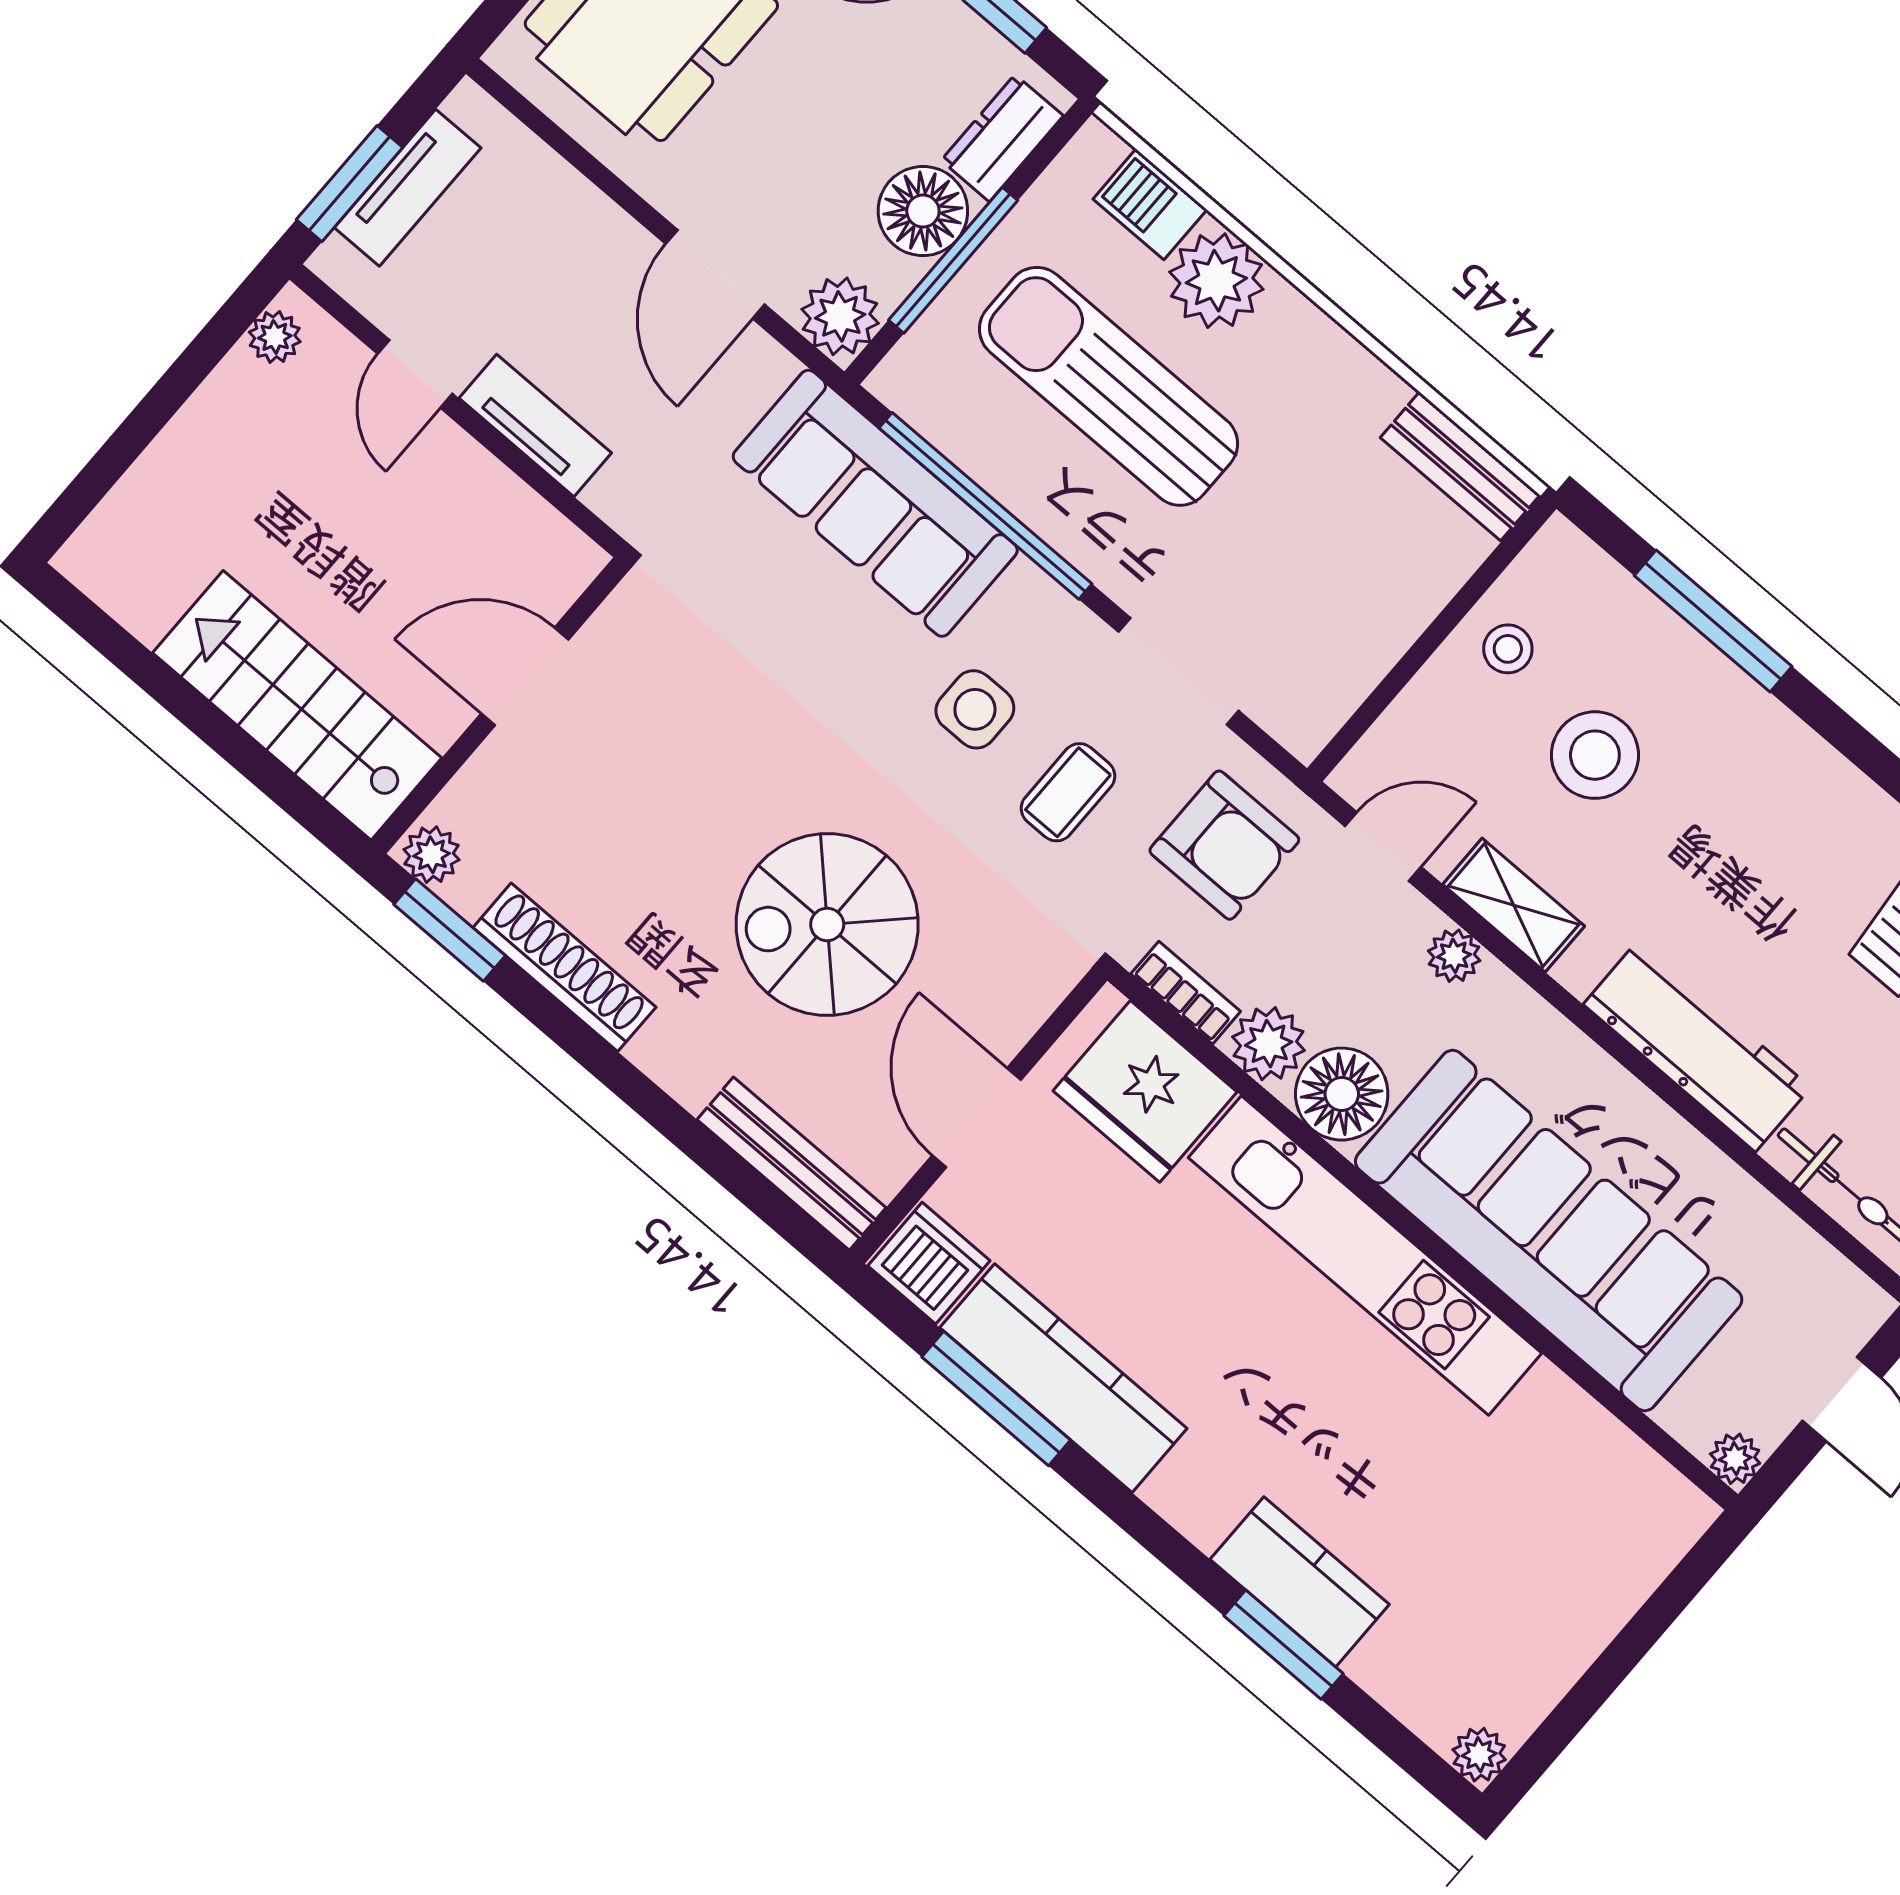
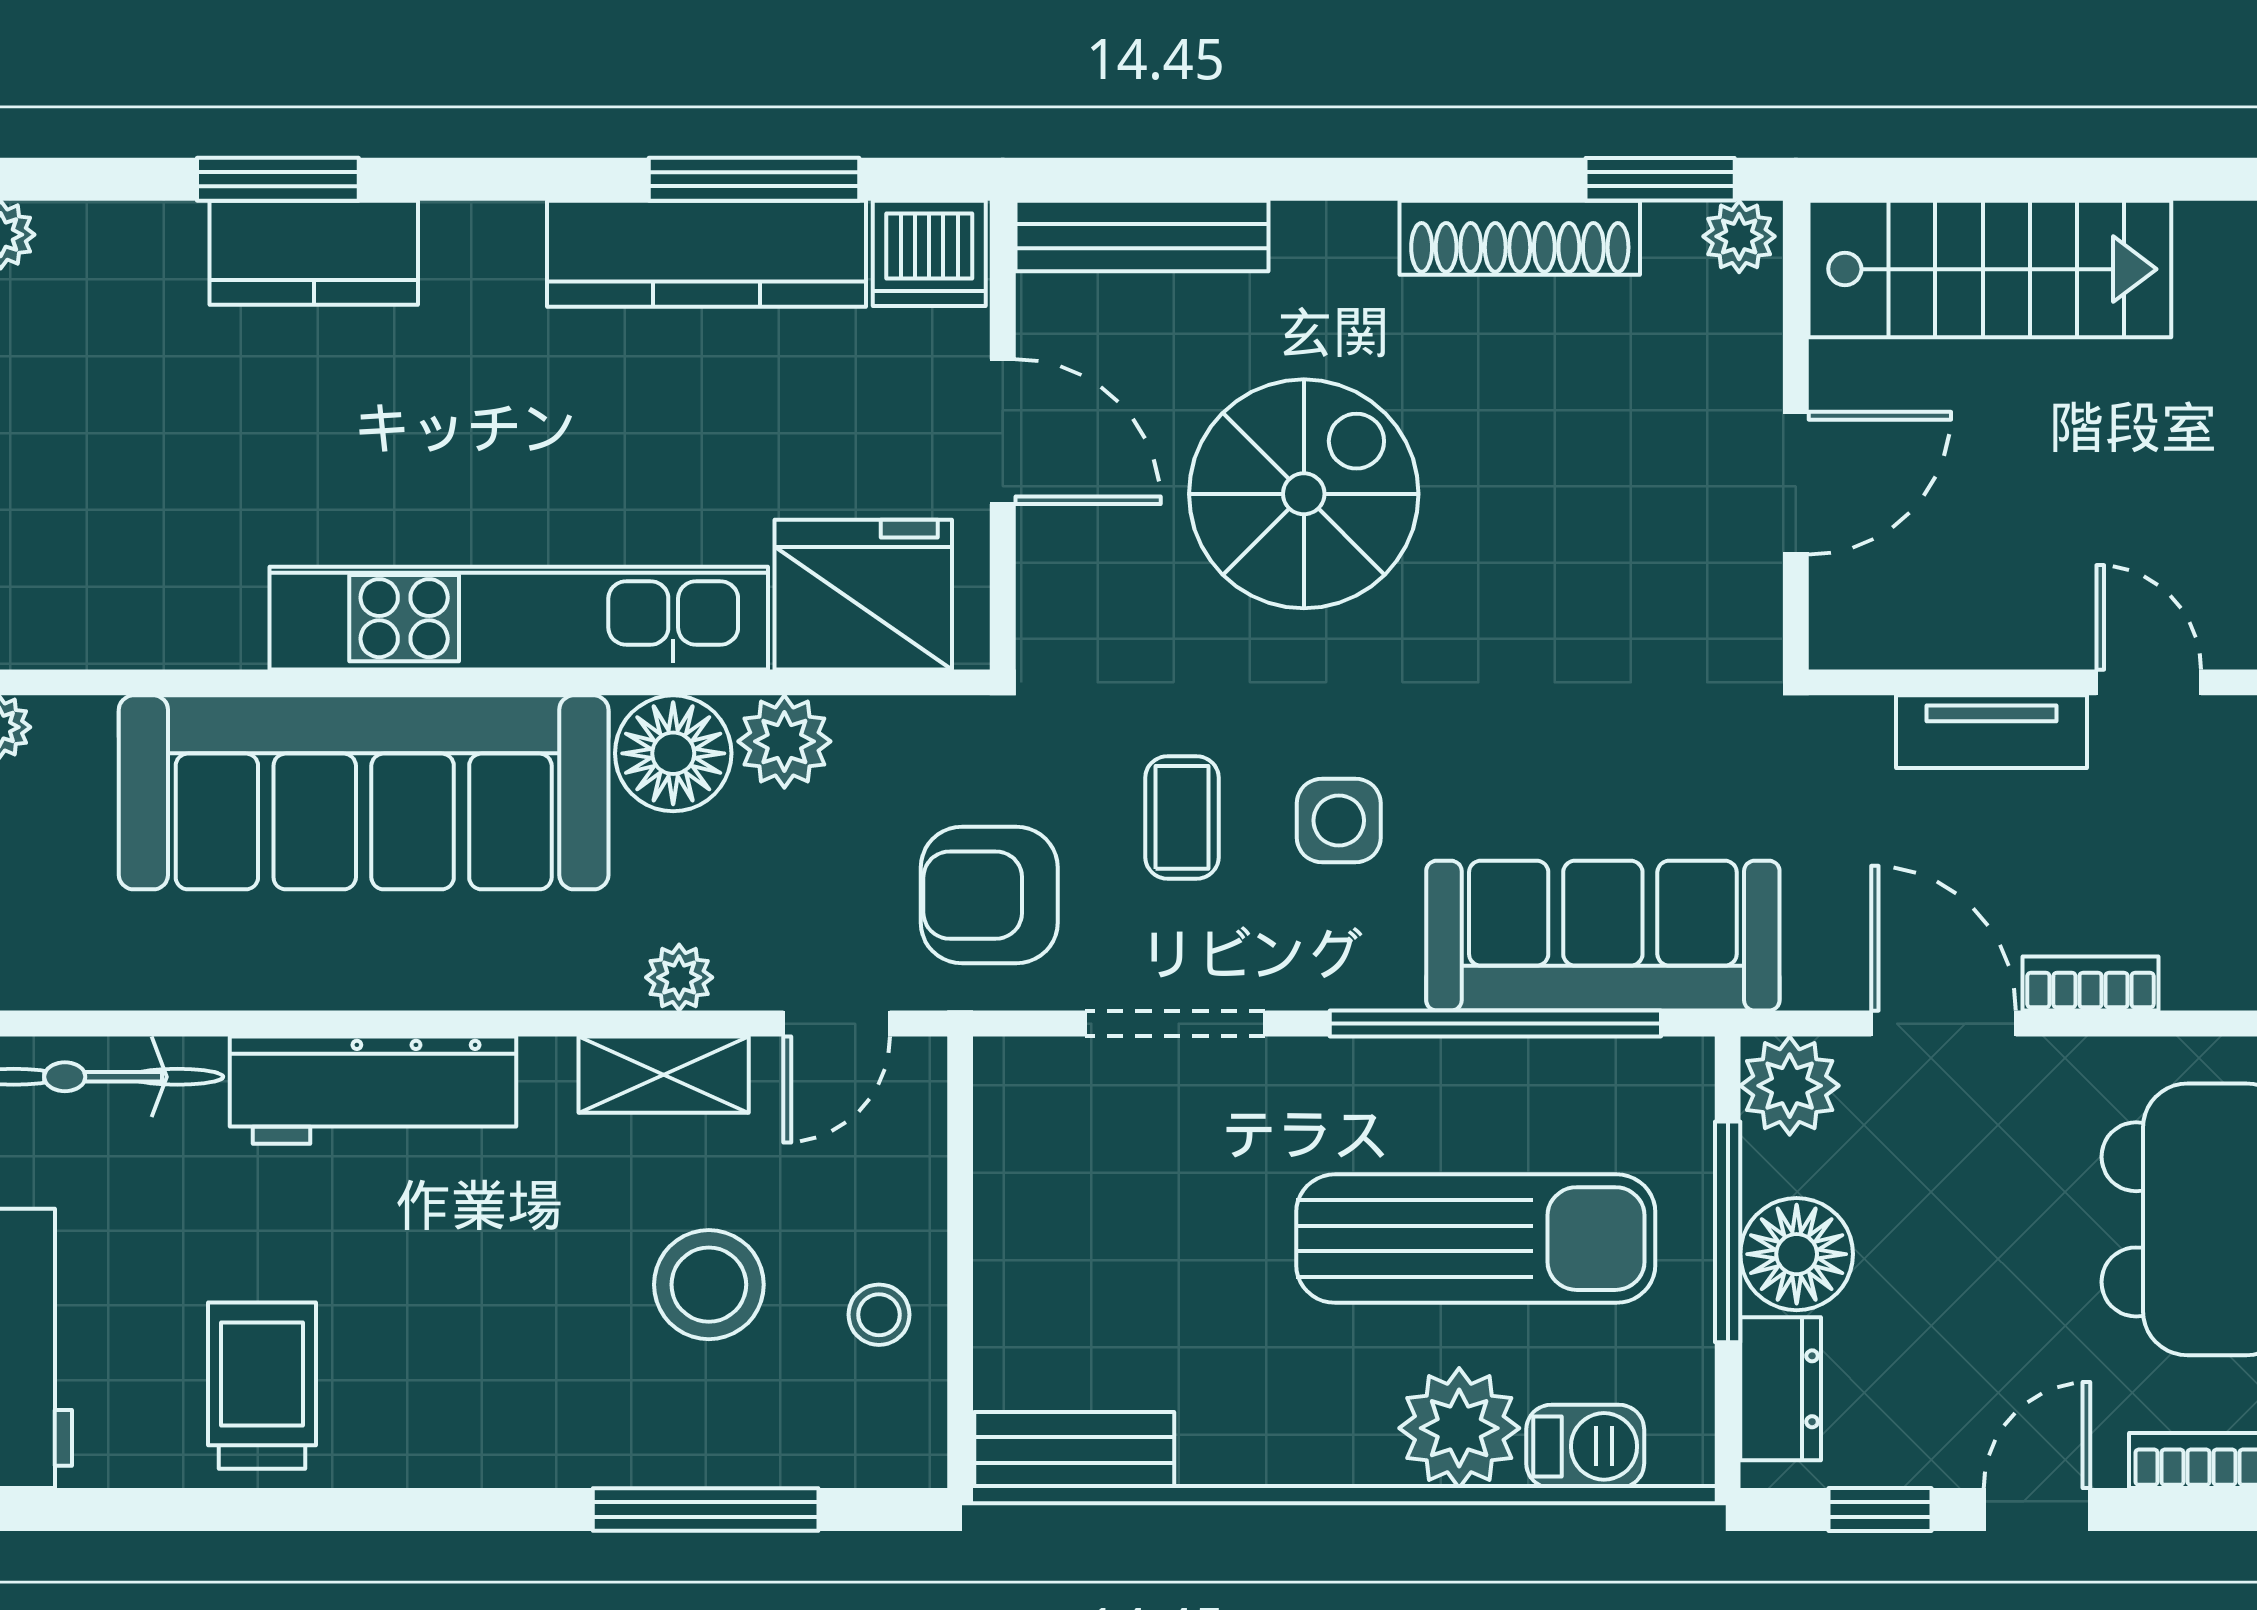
bookcase: (1186, 993) -> (2090, 984), moved, turned 180

